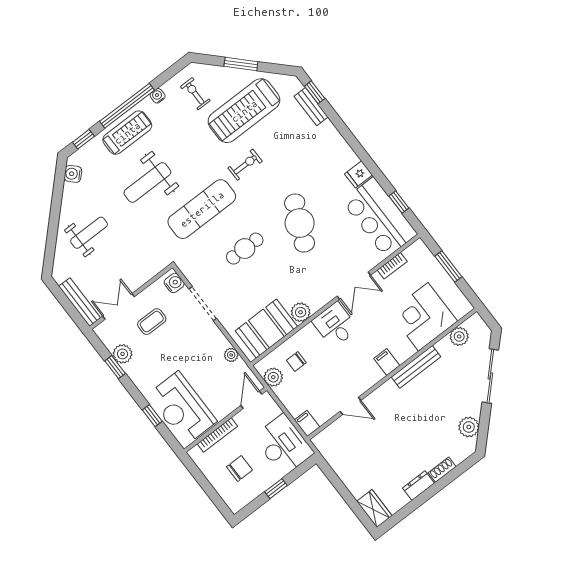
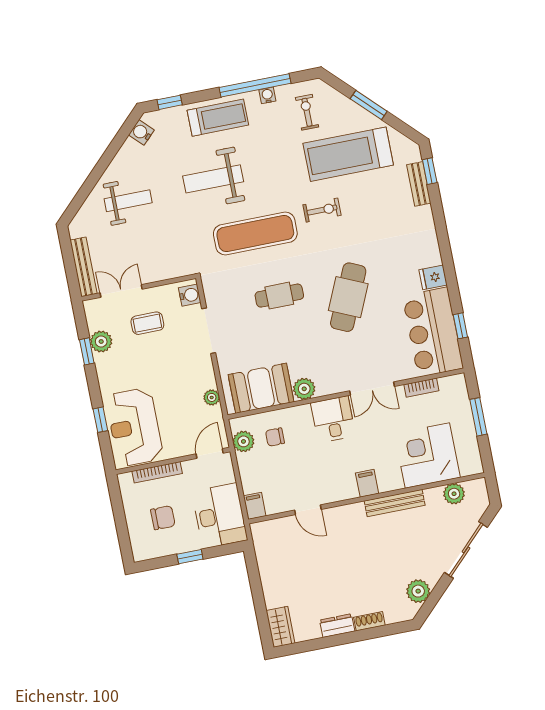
window: (127, 106) -> (255, 85), moved

